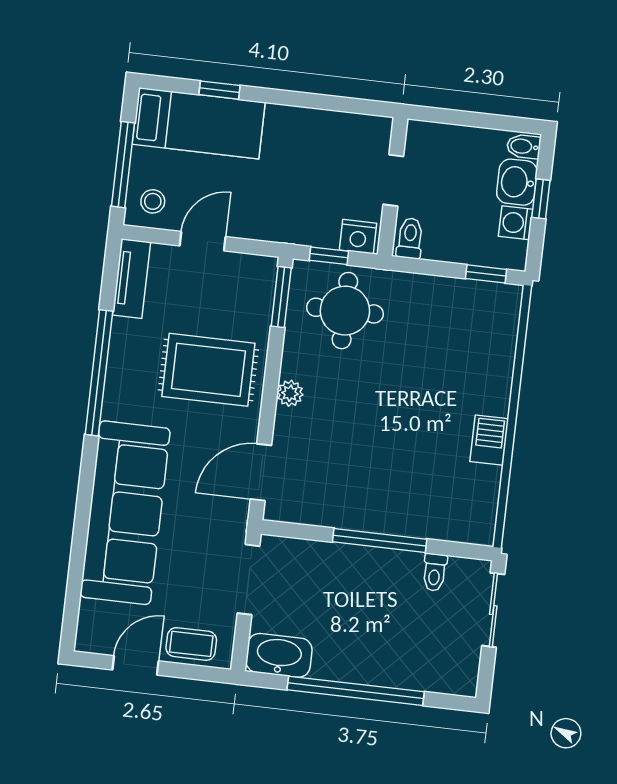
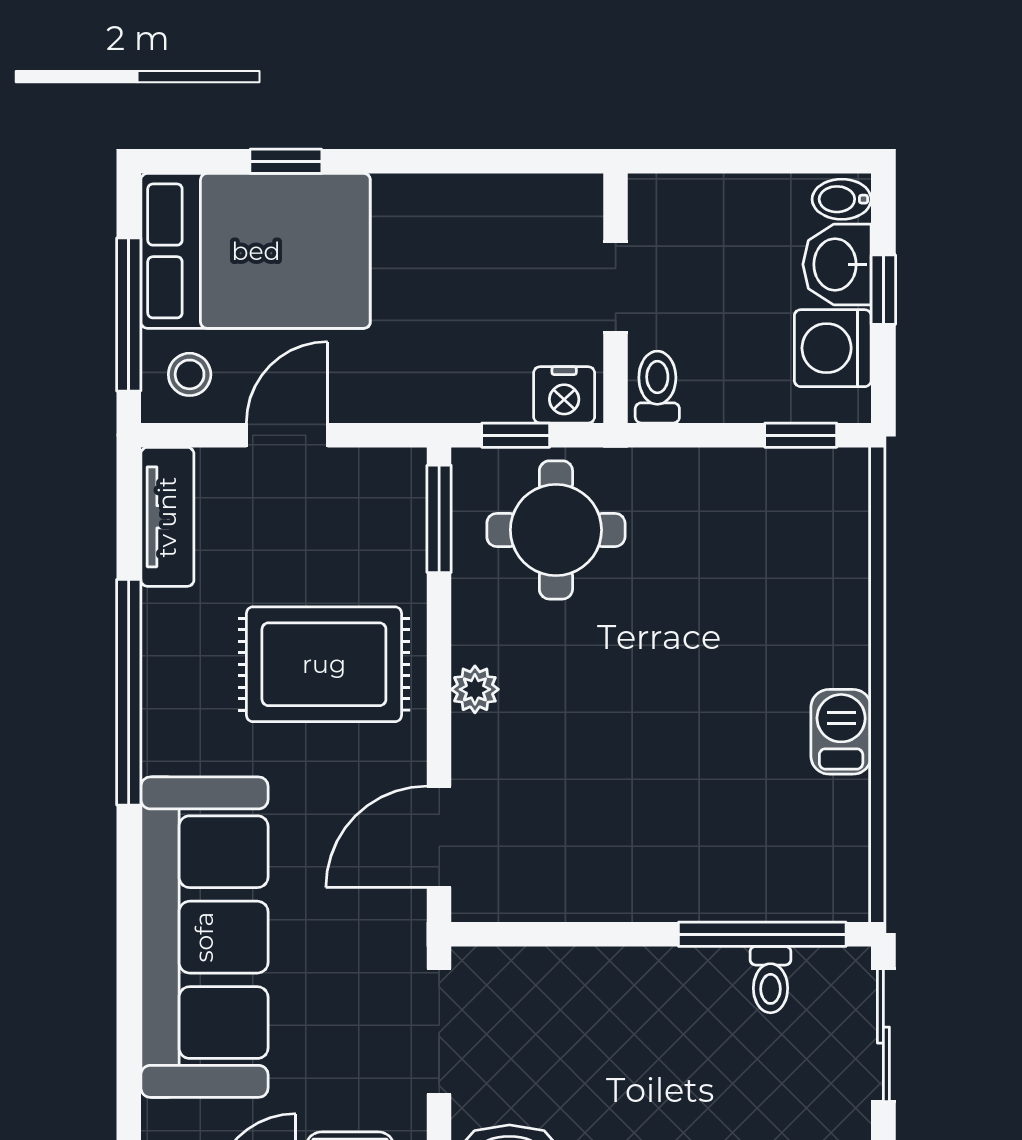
bed: (199, 123) -> (256, 251), width x1.50
washing machine: (516, 223) -> (833, 348), width x1.38, depth x1.38
window: (380, 541) -> (762, 934), moved

